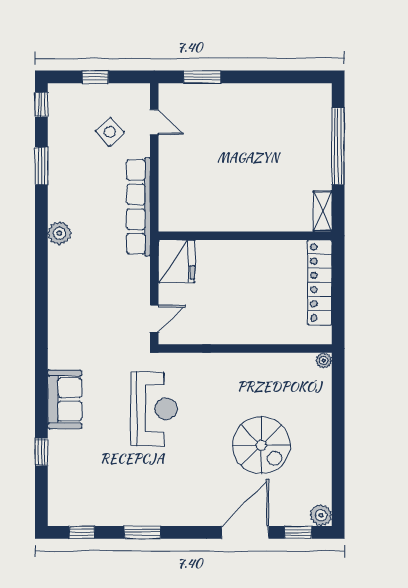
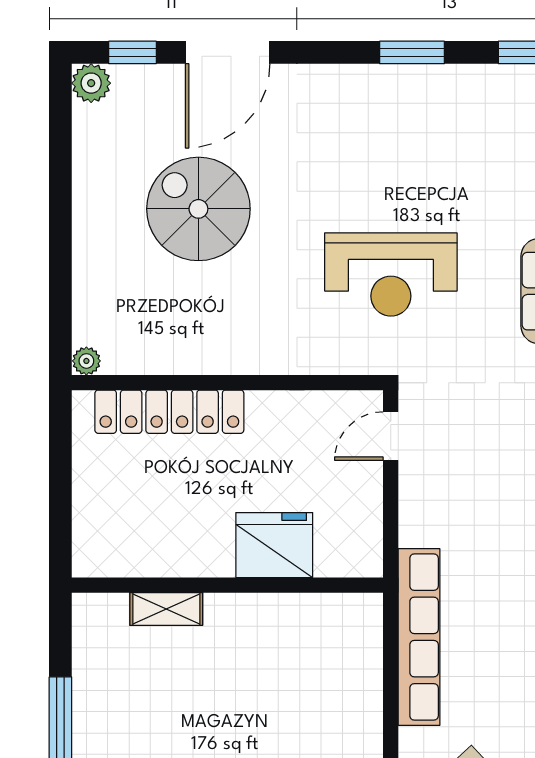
shelving: (323, 211) -> (166, 609), moved, turned 90
fridge: (177, 261) -> (274, 545), moved, turned 90
locker: (320, 282) -> (169, 412), moved, turned 90
reception desk: (154, 409) -> (391, 274), turned -90

